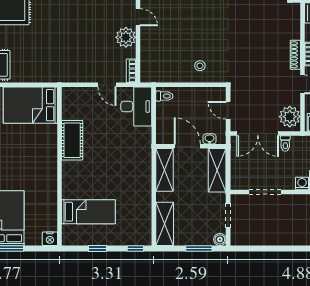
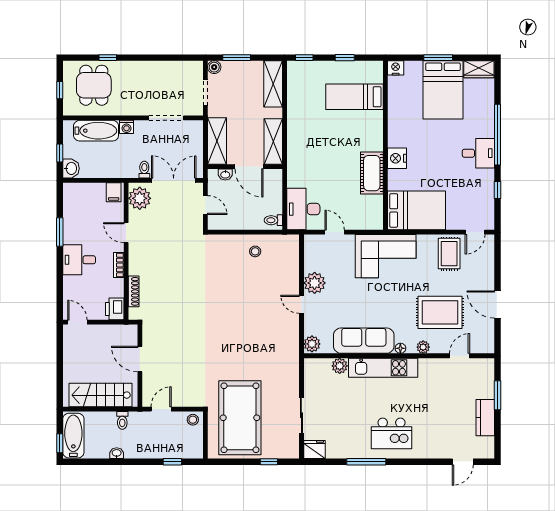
shoe rack: (295, 55) -> (134, 291), moved
corner sofa: (59, 62) -> (386, 256), added
stool: (200, 66) -> (255, 251), moved
bookcase: (131, 71) -> (309, 247), removed
nightstand: (49, 154) -> (397, 158), added

